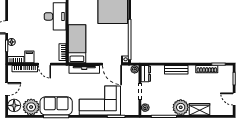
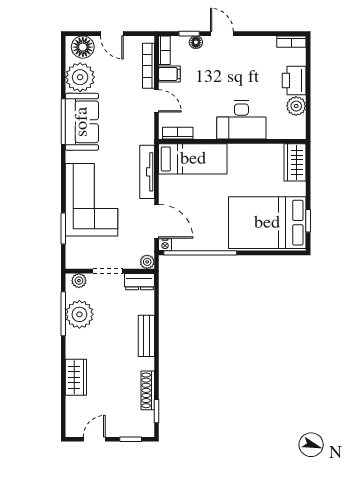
door: (44, 64) -> (156, 101), swing flipped
door: (112, 64) -> (156, 221), swing flipped
plant: (181, 107) -> (79, 314), moved

